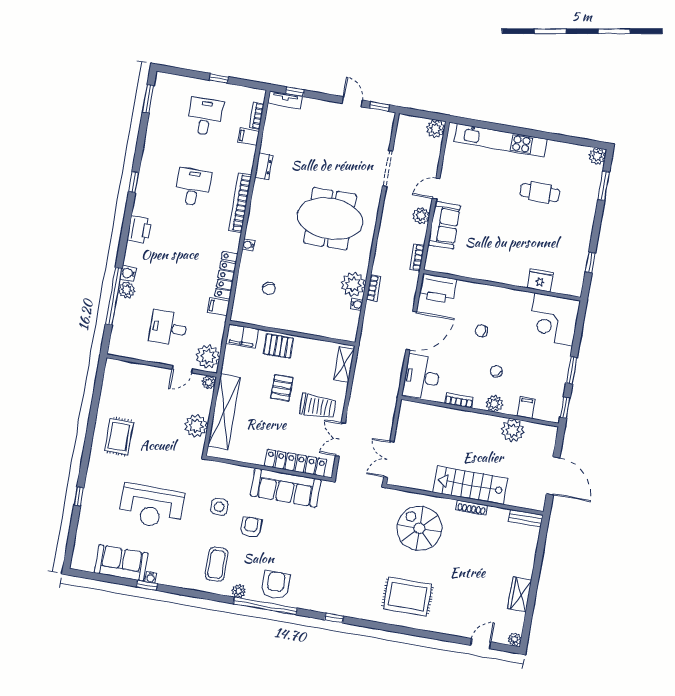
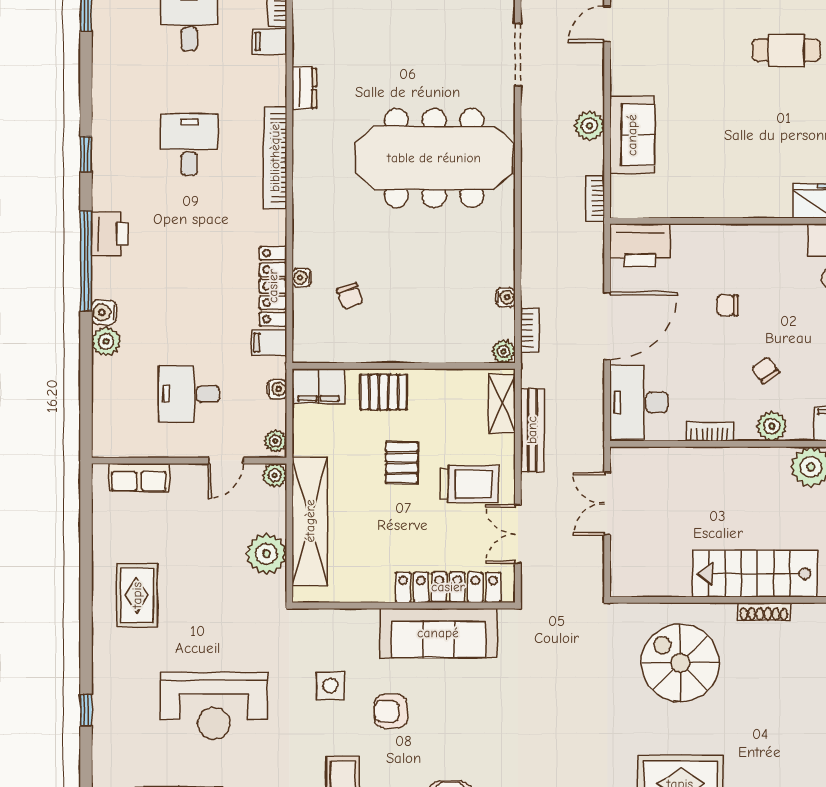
door: (436, 188) -> (607, 24), moved
meeting table: (330, 219) -> (434, 158), width x1.36
water cooler: (248, 245) -> (302, 278), moved
plant: (353, 284) -> (504, 352), moved, width x0.53, depth x0.53
bookcase: (374, 288) -> (530, 330), moved
window: (114, 296) -> (86, 261), moved
water cooler: (218, 334) -> (277, 389), added
plant: (208, 356) -> (275, 441), width x0.53, depth x0.53
row of seats: (132, 370) -> (139, 478), added
bench: (359, 382) -> (532, 430), added
double door: (389, 459) -> (607, 504), moved
armchair: (251, 527) -> (391, 711), turned -90

